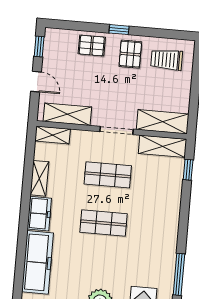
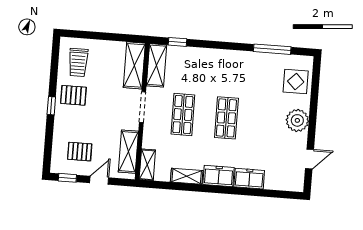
pallet: (92, 46) -> (80, 152), moved, turned 90
freezer: (38, 262) -> (249, 179), width x0.52, depth x0.79

